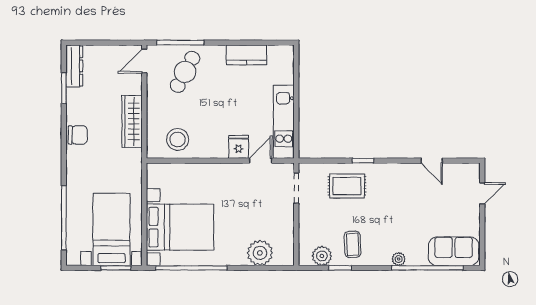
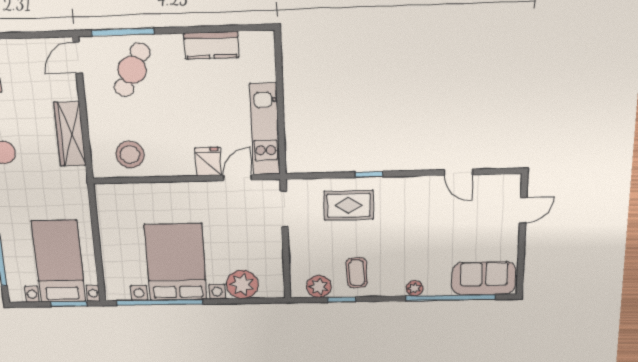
bed with nightstands: (180, 227) -> (176, 262), moved, turned -90

